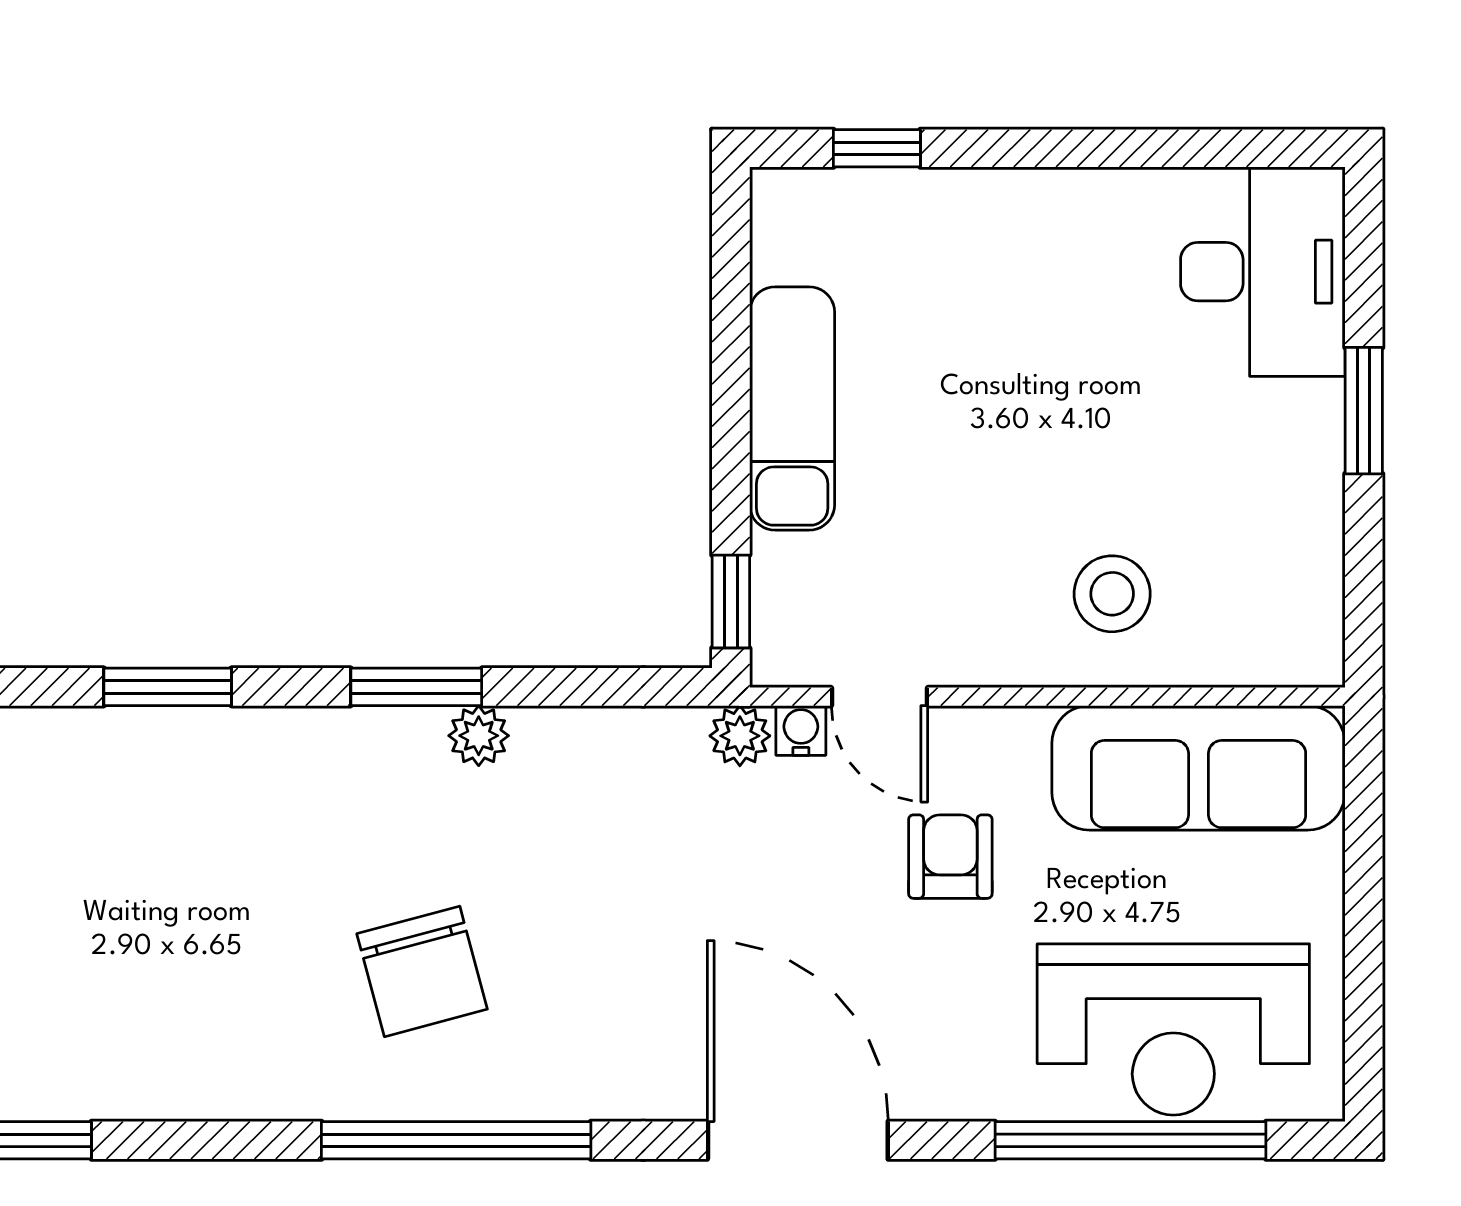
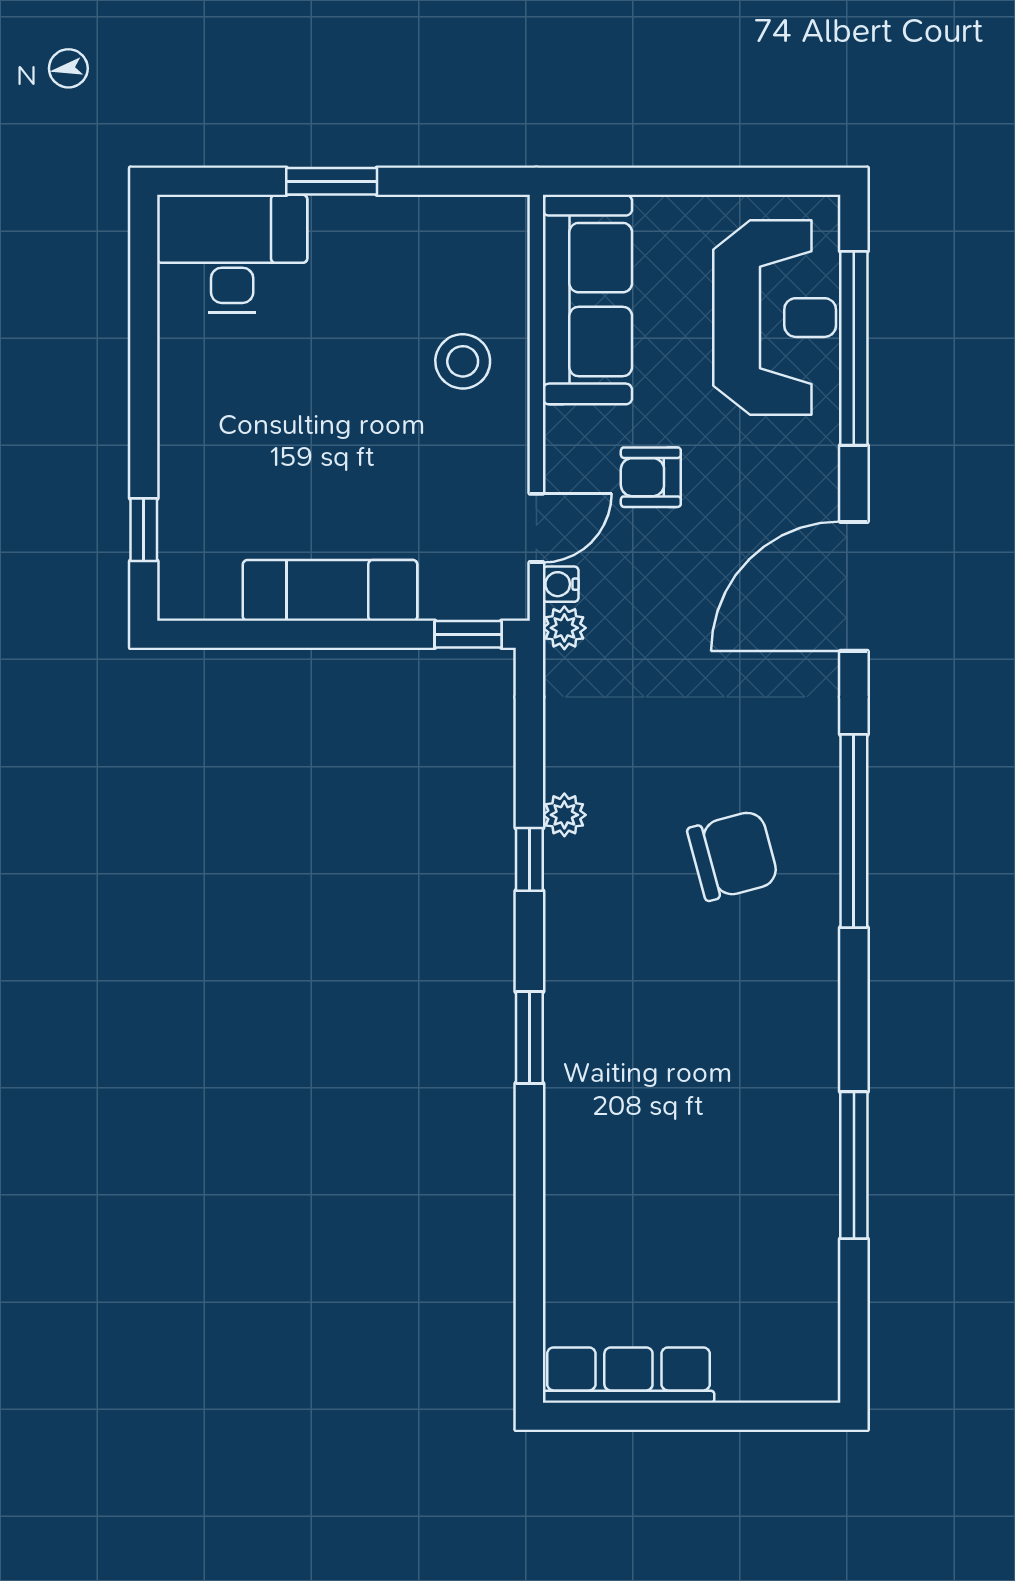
window: (416, 687) -> (529, 859), width x0.67

